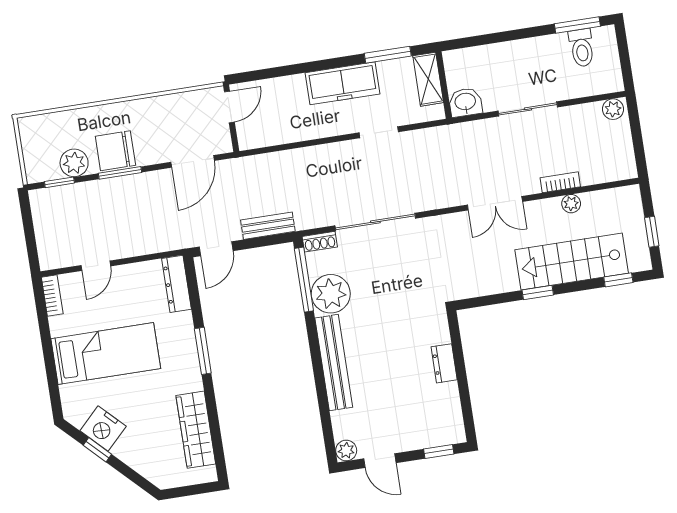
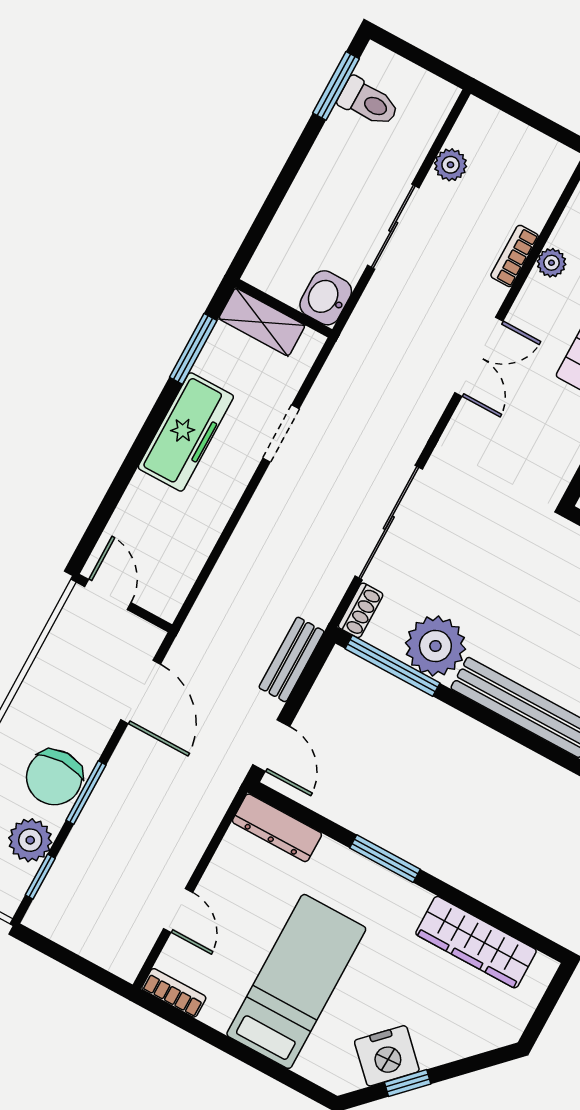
plant: (613, 109) -> (451, 165), moved

